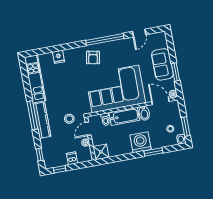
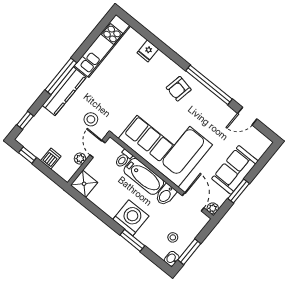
door: (88, 129) -> (98, 149), hinge flipped

